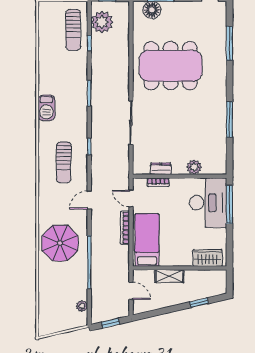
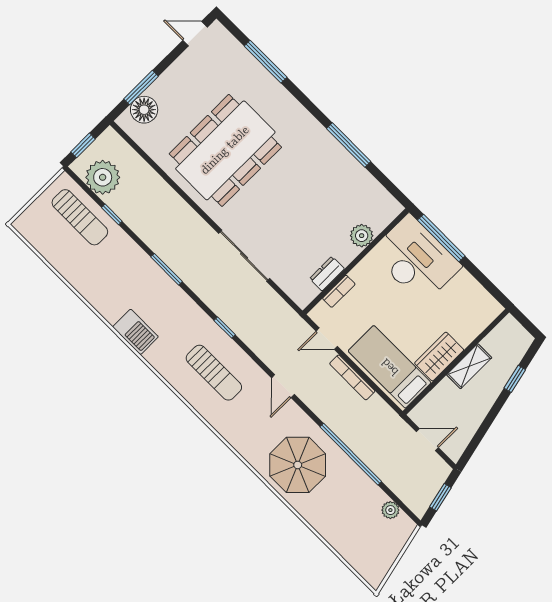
wardrobe: (208, 258) -> (439, 356), moved
shelving: (169, 276) -> (469, 366), moved

